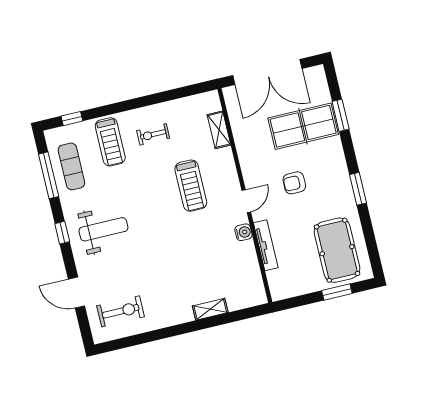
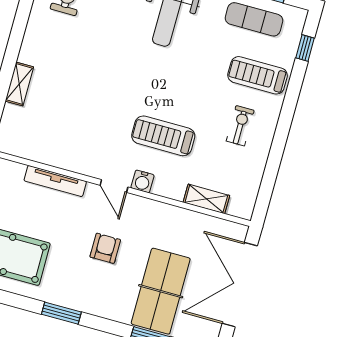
water cooler: (243, 232) -> (143, 181), moved

